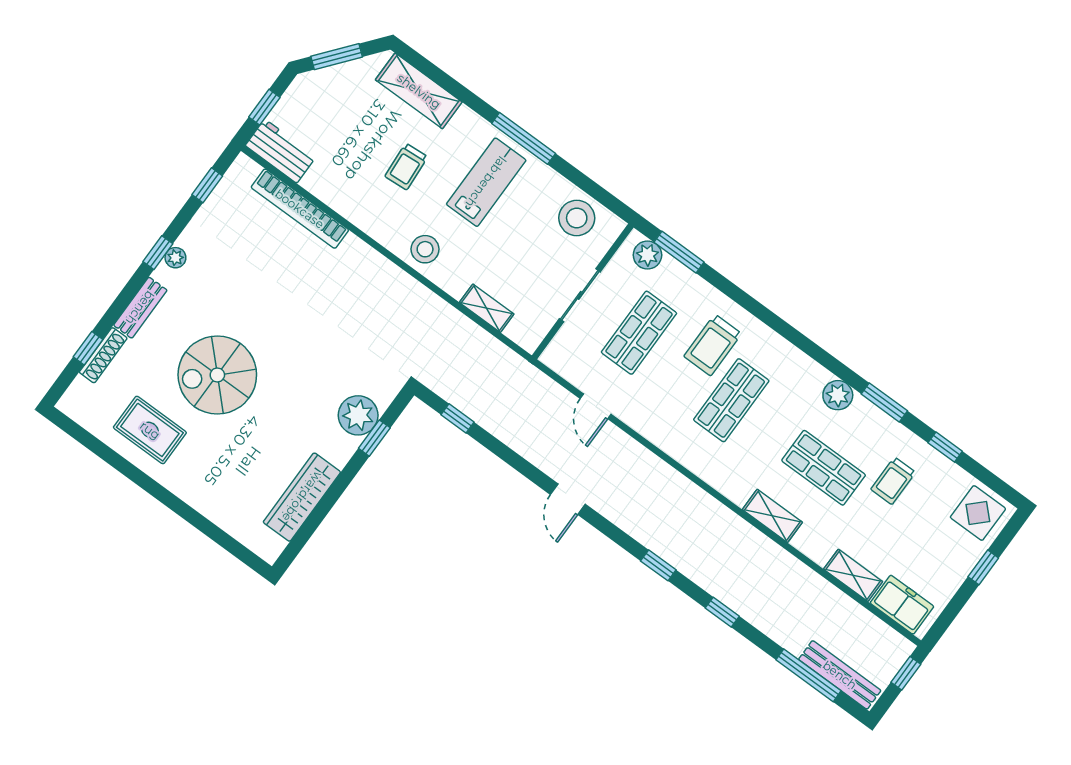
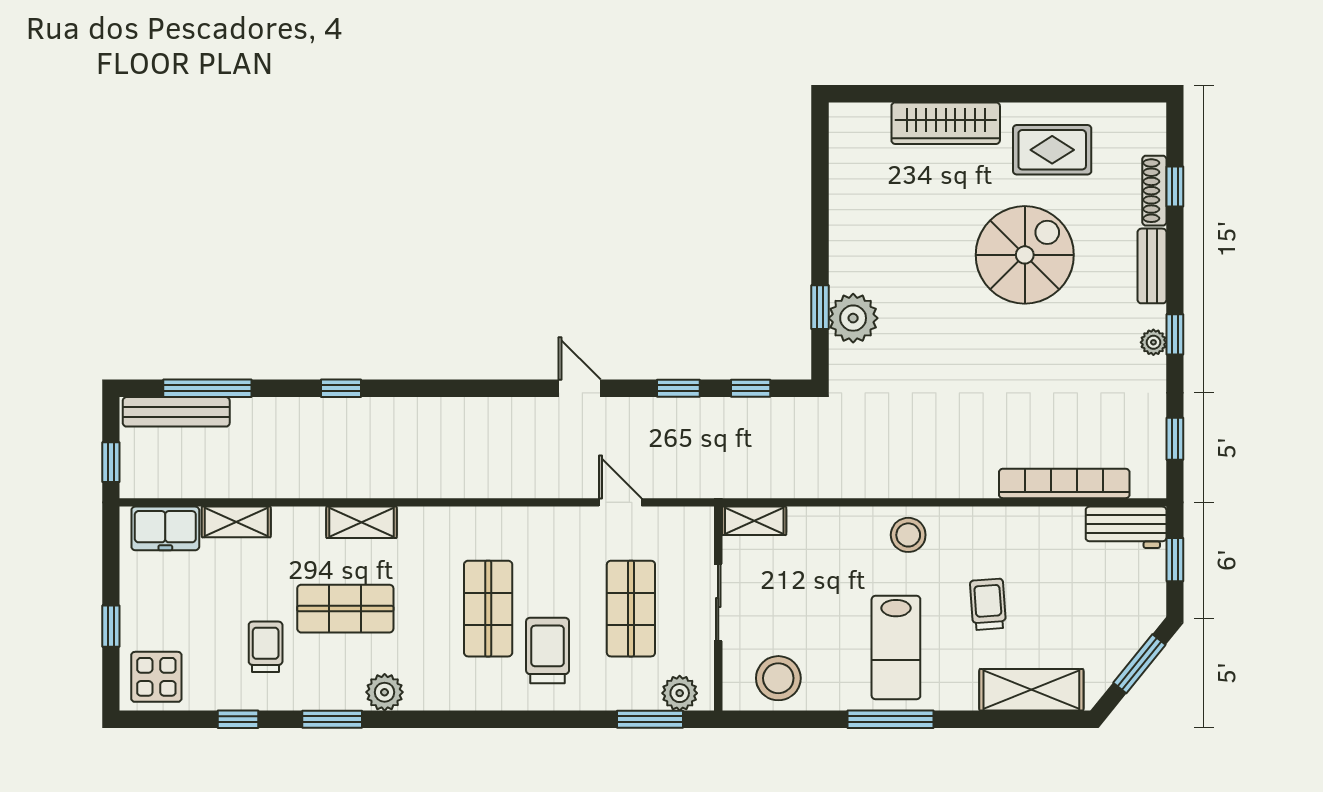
shelving: (487, 308) -> (754, 521), moved
wardrobe: (302, 497) -> (946, 123), moved, turned 90
window: (658, 565) -> (678, 388), moved

